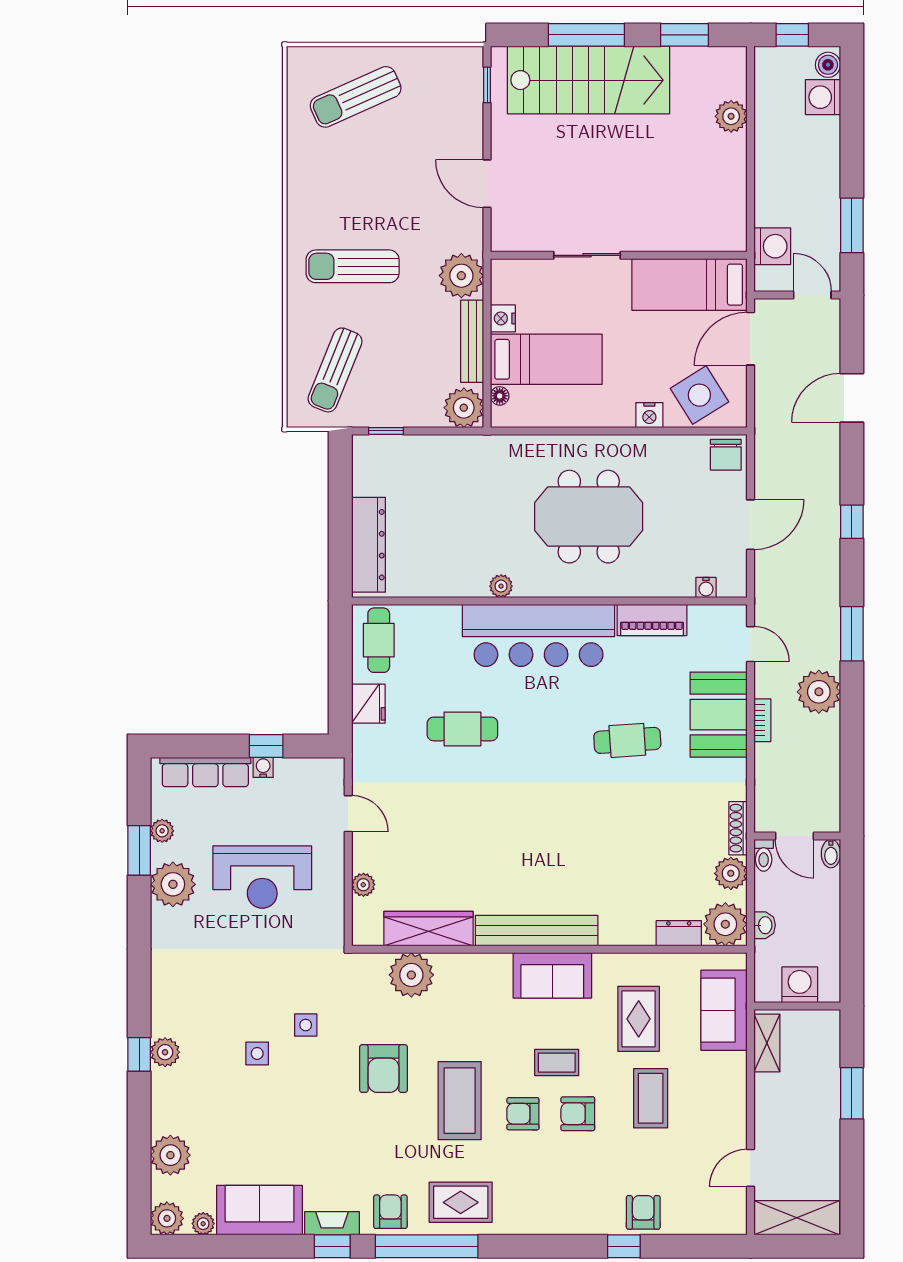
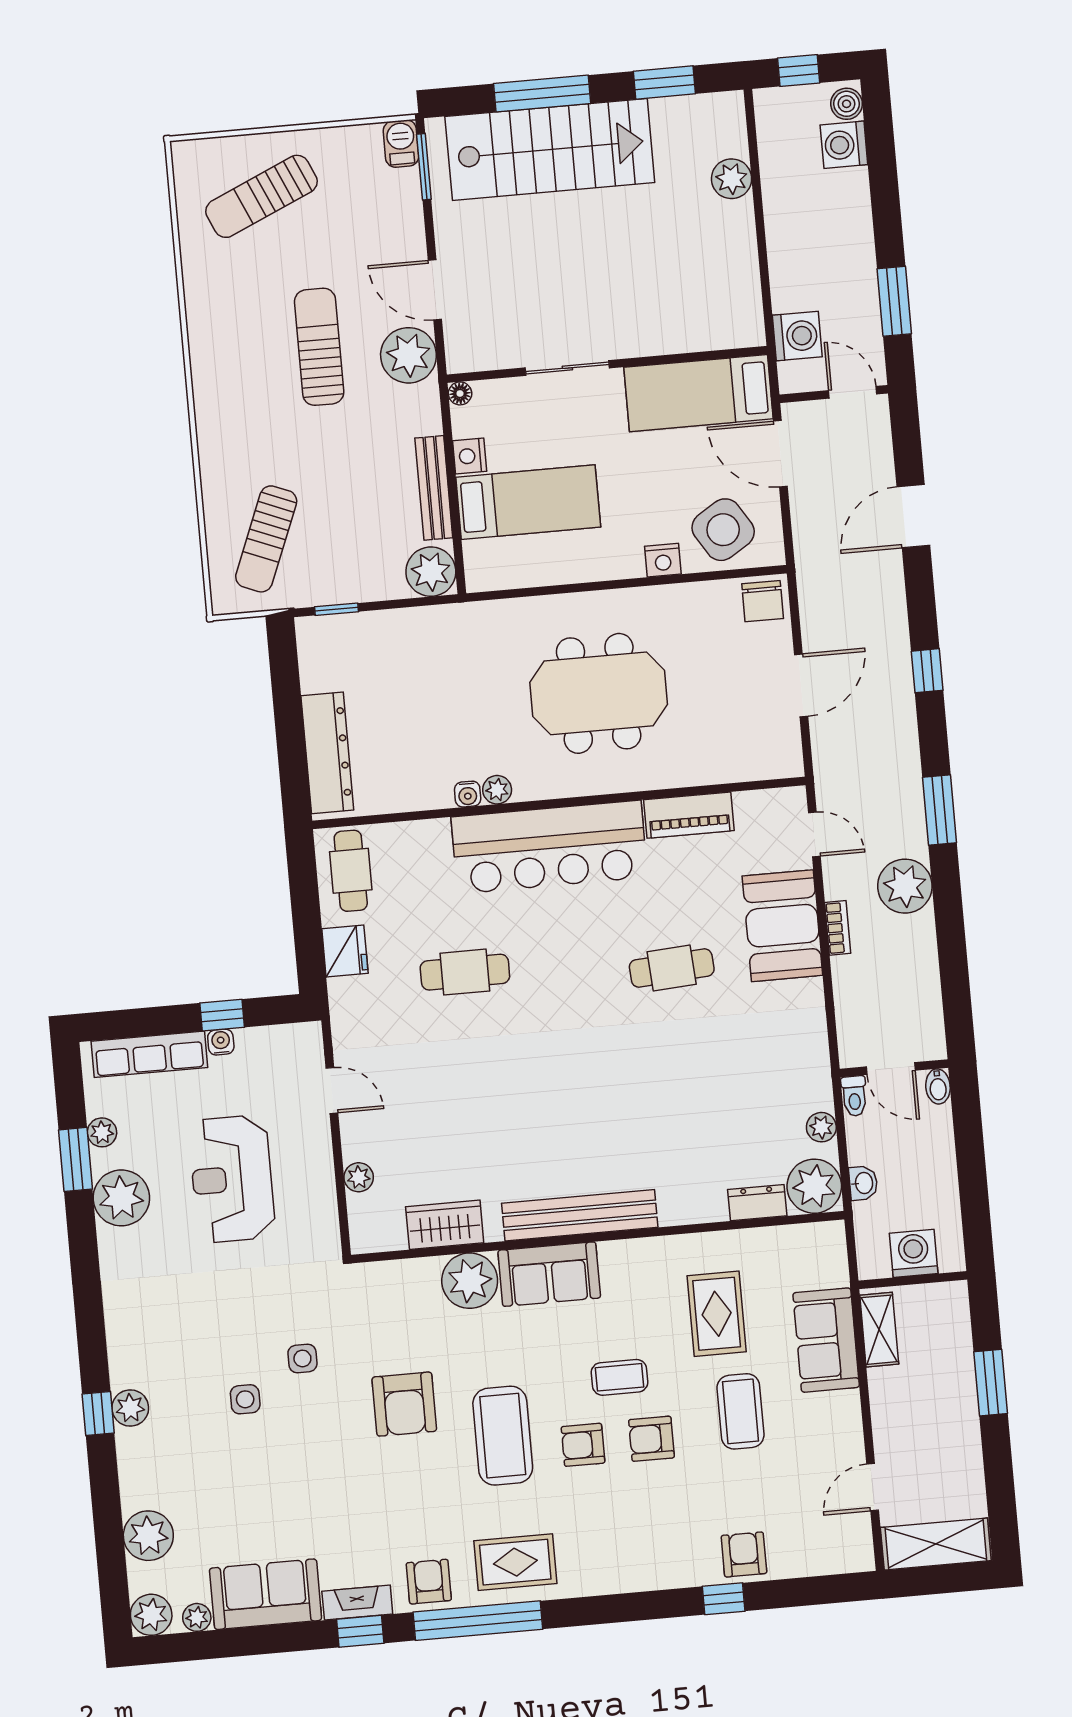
barbecue: (470, 65) -> (401, 144), added
window: (487, 85) -> (424, 167), width x1.50
sun lounger: (353, 266) -> (319, 347), moved, turned 90
plant: (461, 276) -> (408, 355), moved
door: (750, 339) -> (780, 454), hinge flipped
floor lamp: (500, 396) -> (460, 393), moved
water cooler: (706, 587) -> (468, 794), moved
shoe rack: (738, 828) -> (819, 1065), removed
plant: (731, 873) -> (821, 1127), width x0.73, depth x0.73
reception desk: (262, 877) -> (232, 1179), turned 90
wardrobe: (428, 929) -> (445, 1225), width x0.67
plant: (411, 975) -> (470, 1281), moved
sofa: (552, 975) -> (549, 1274), moved
sofa: (724, 1010) -> (826, 1340), moved

